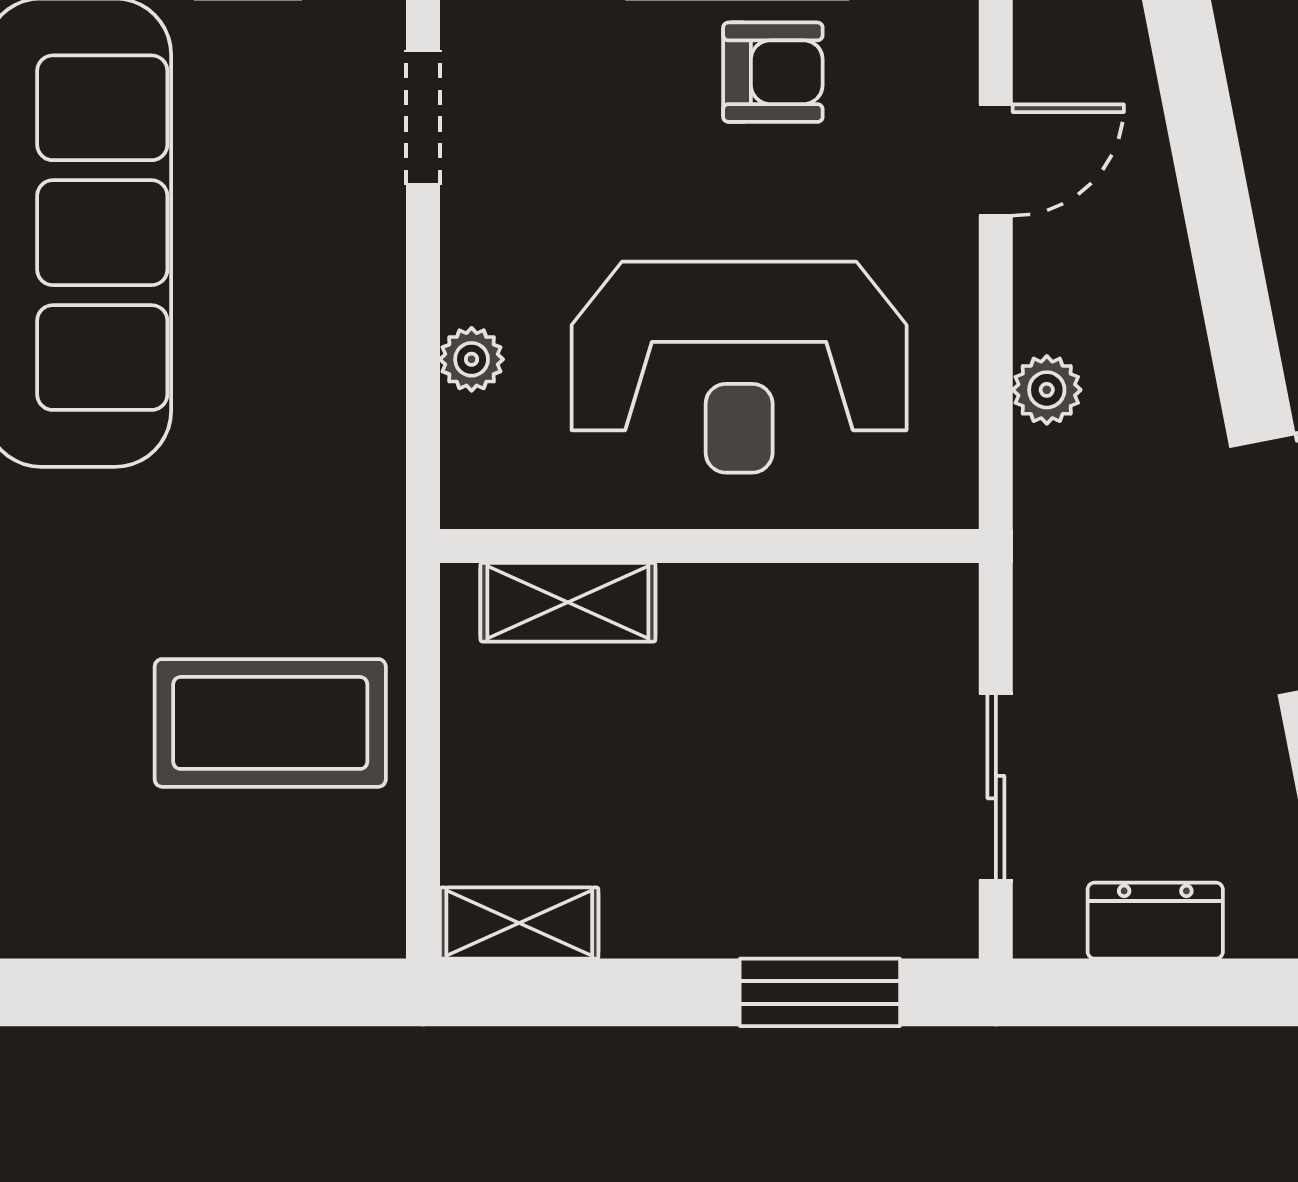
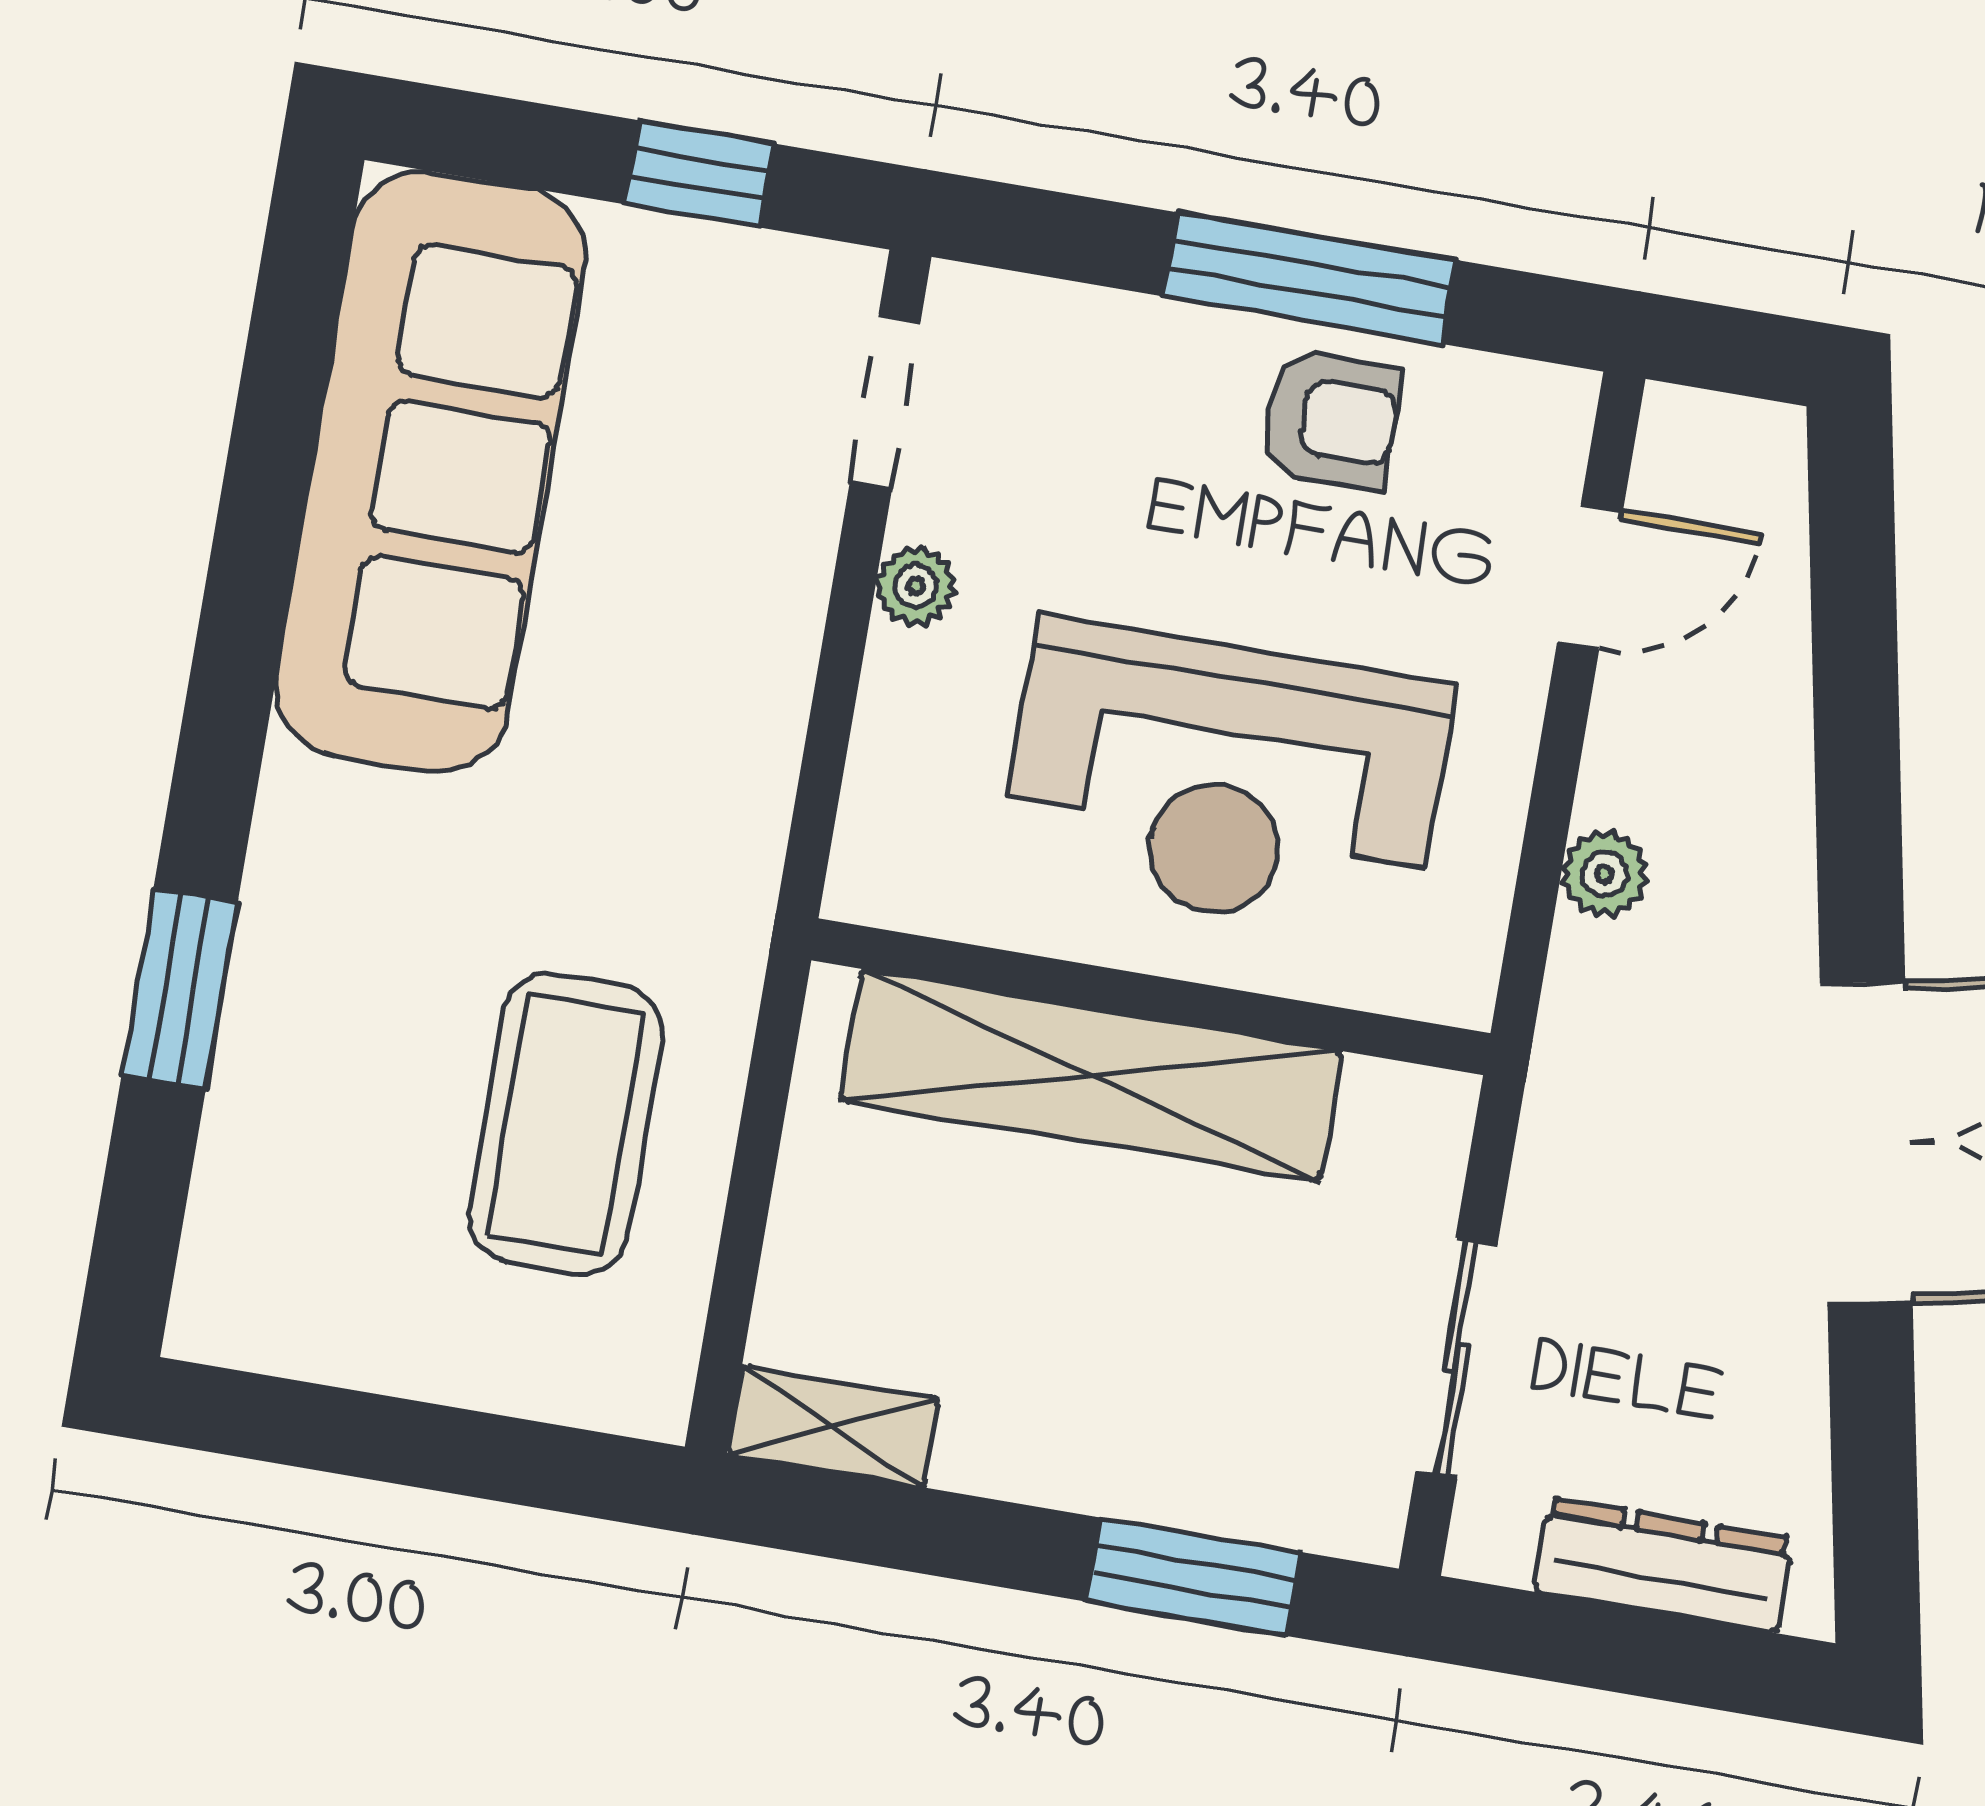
plant: (472, 359) -> (916, 586), moved
shelving: (568, 602) -> (1091, 1075), width x2.20, depth x1.33
coffee table: (270, 723) -> (566, 1124), turned 90
dresser: (1155, 921) -> (1664, 1565), width x1.44

